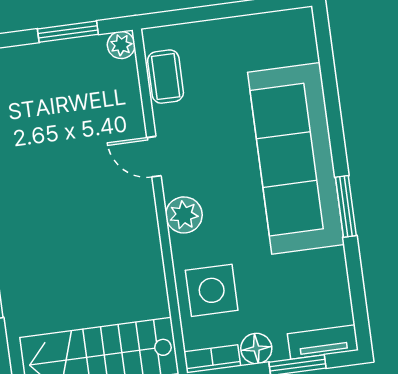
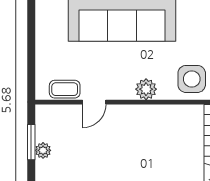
plant: (121, 45) -> (43, 150), moved
door: (154, 157) -> (94, 102), moved

